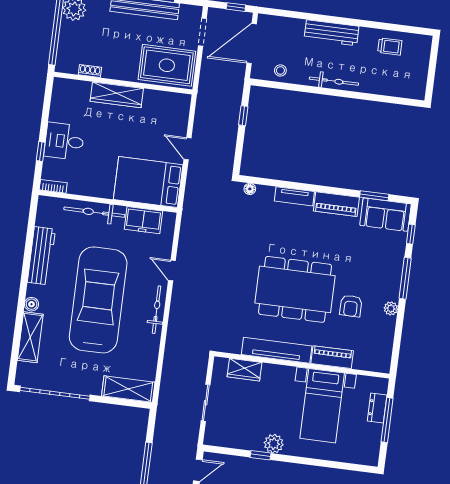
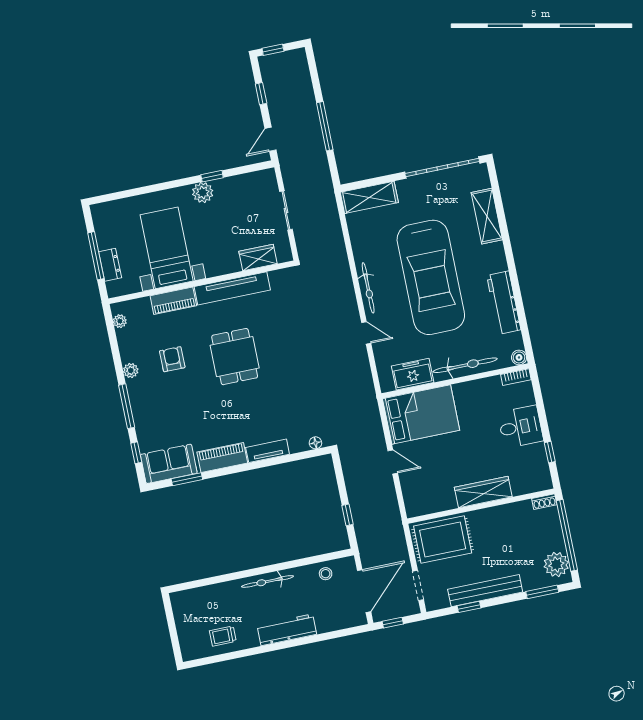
shoe rack: (90, 71) -> (544, 502), moved
window: (41, 151) -> (550, 452), moved
dining table: (295, 289) -> (235, 357), width x0.53, depth x0.80
boiler: (32, 304) -> (519, 357), moved
plant: (386, 355) -> (120, 321), added

